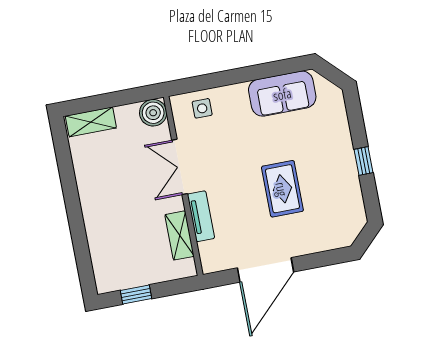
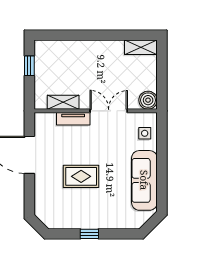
sofa: (282, 94) -> (144, 180), width x1.36
shelving: (91, 122) -> (141, 47), moved, turned 90

